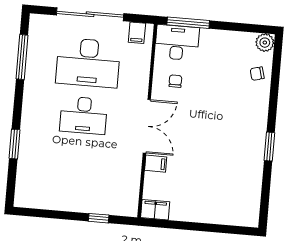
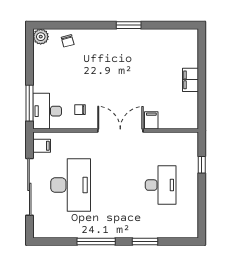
window: (22, 57) -> (96, 242), moved
desk: (84, 115) -> (161, 185), moved
filing cabinet: (155, 210) -> (190, 80), moved

